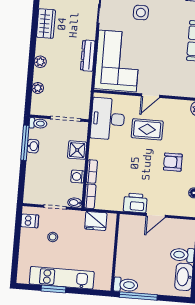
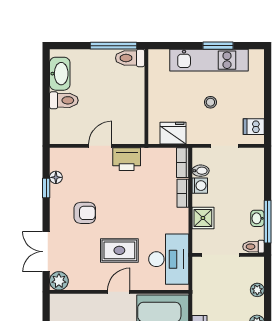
bidet: (75, 203) -> (201, 171), moved
stool: (53, 237) -> (210, 102), moved

